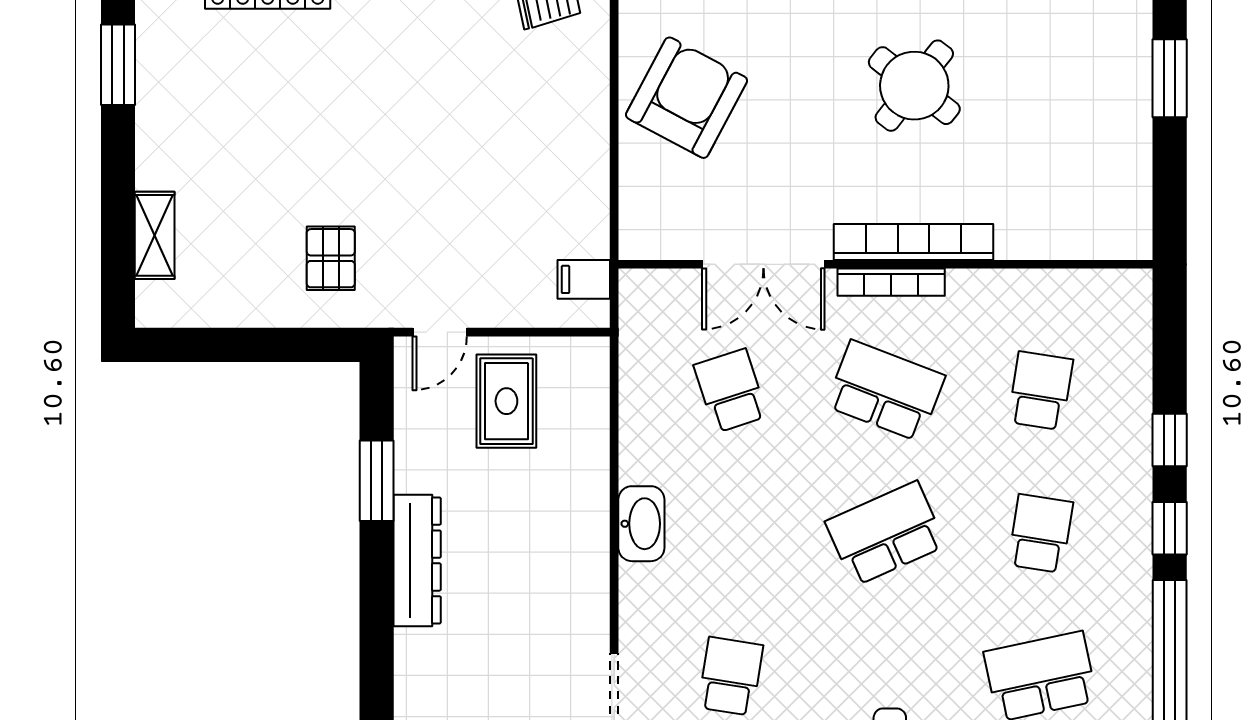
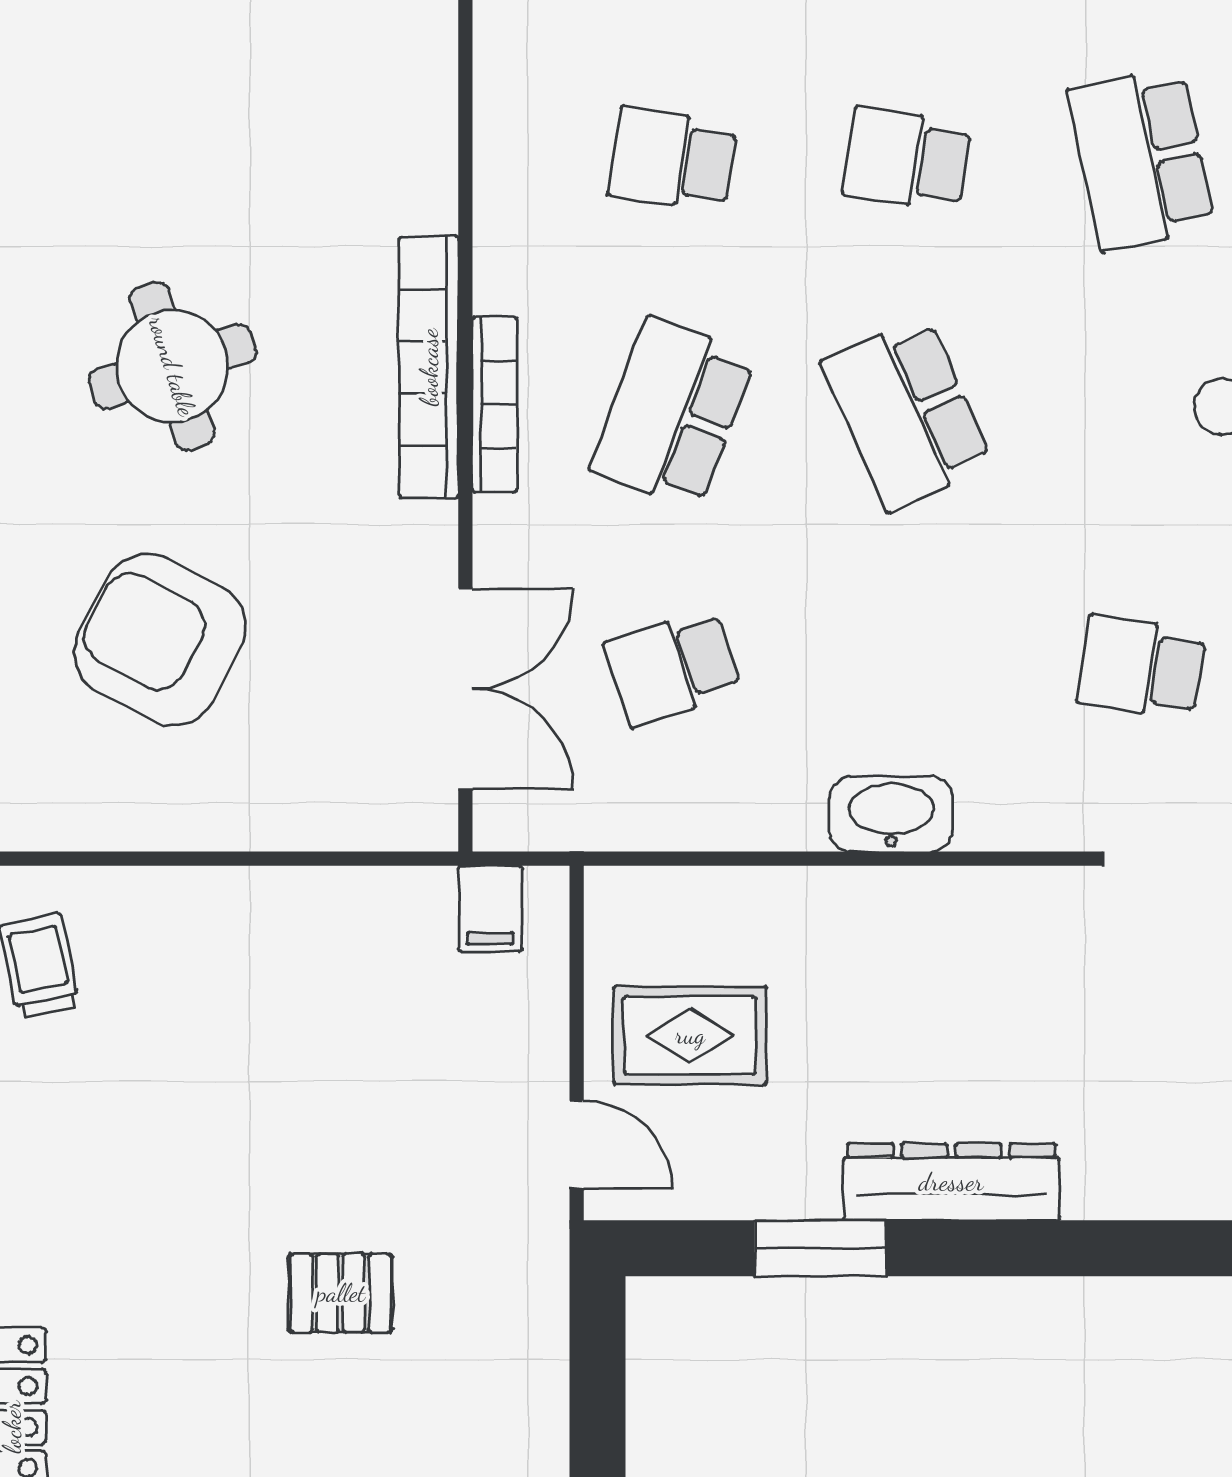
round table: (914, 86) -> (172, 366), turned 34
armchair: (687, 98) -> (160, 640), moved
pallet: (331, 258) -> (341, 1293), moved
double door: (763, 264) -> (465, 689), moved

